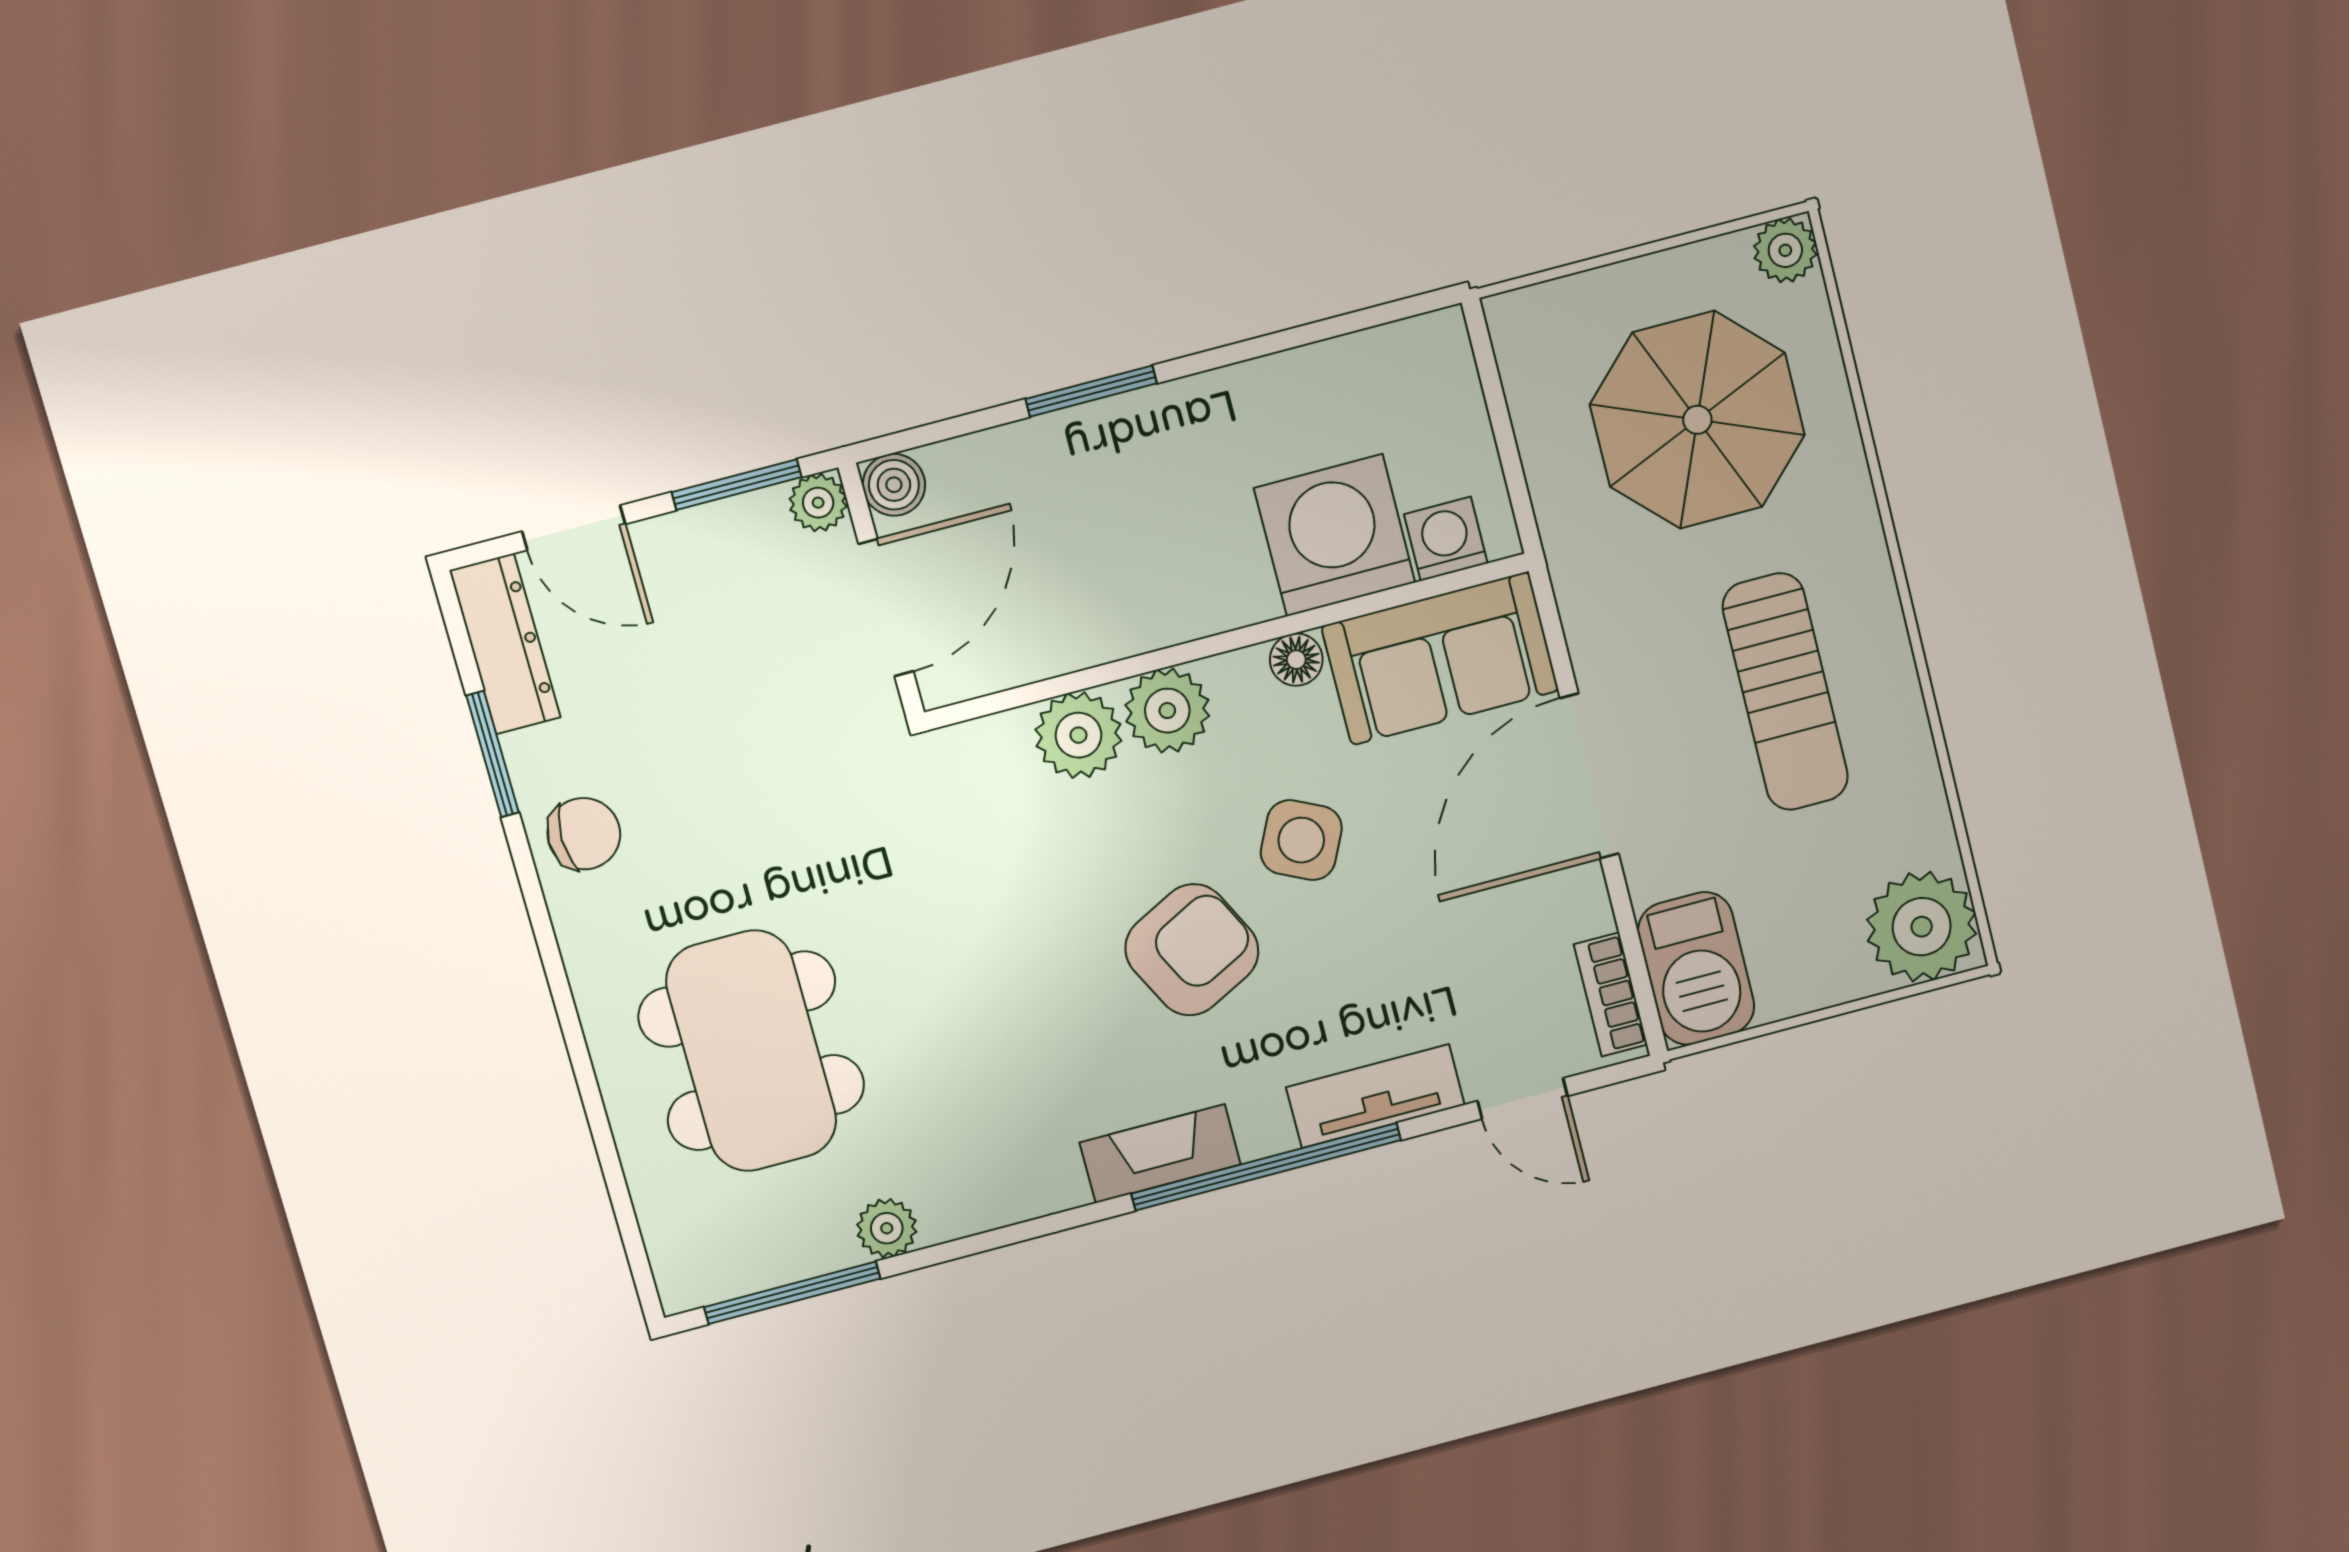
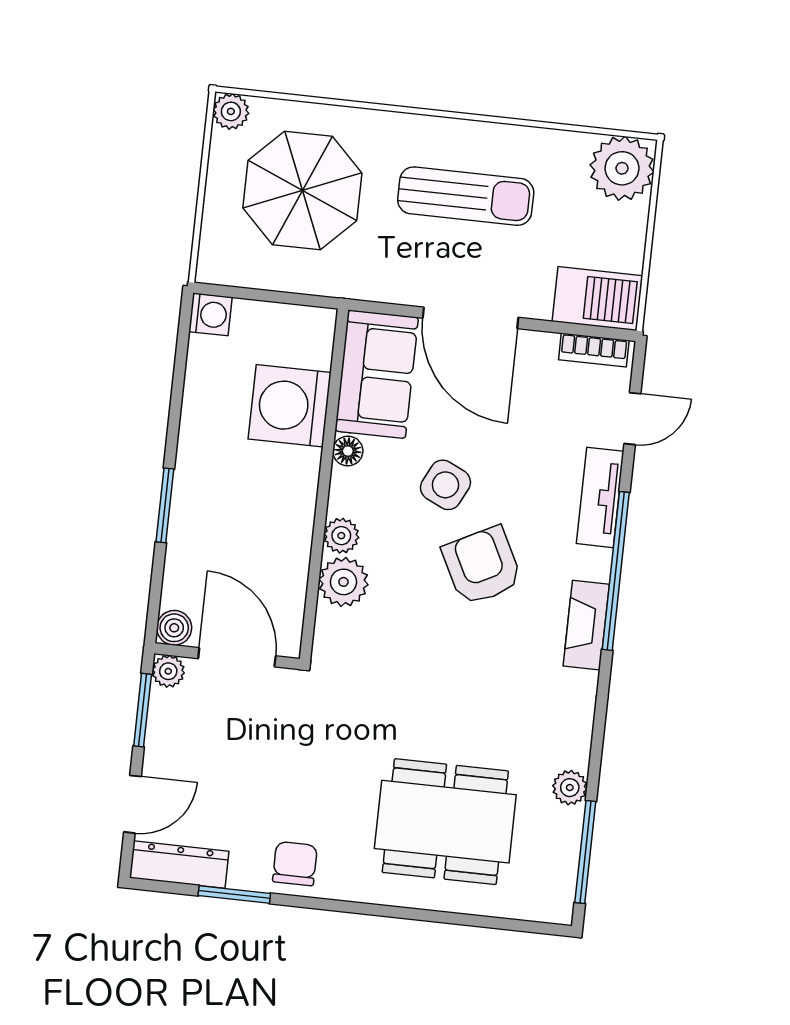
washing machine: (1446, 539) -> (210, 314), moved, turned 180
plant: (1167, 711) -> (341, 536), width x0.73, depth x0.73

